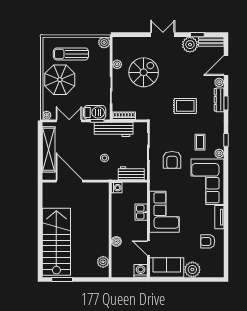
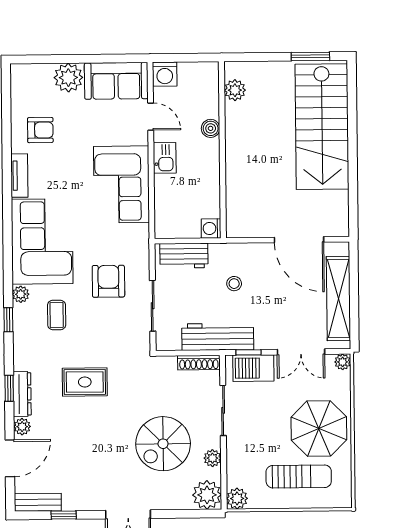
plant: (190, 45) -> (207, 495), moved
kitchen sink: (141, 212) -> (165, 158), moved

